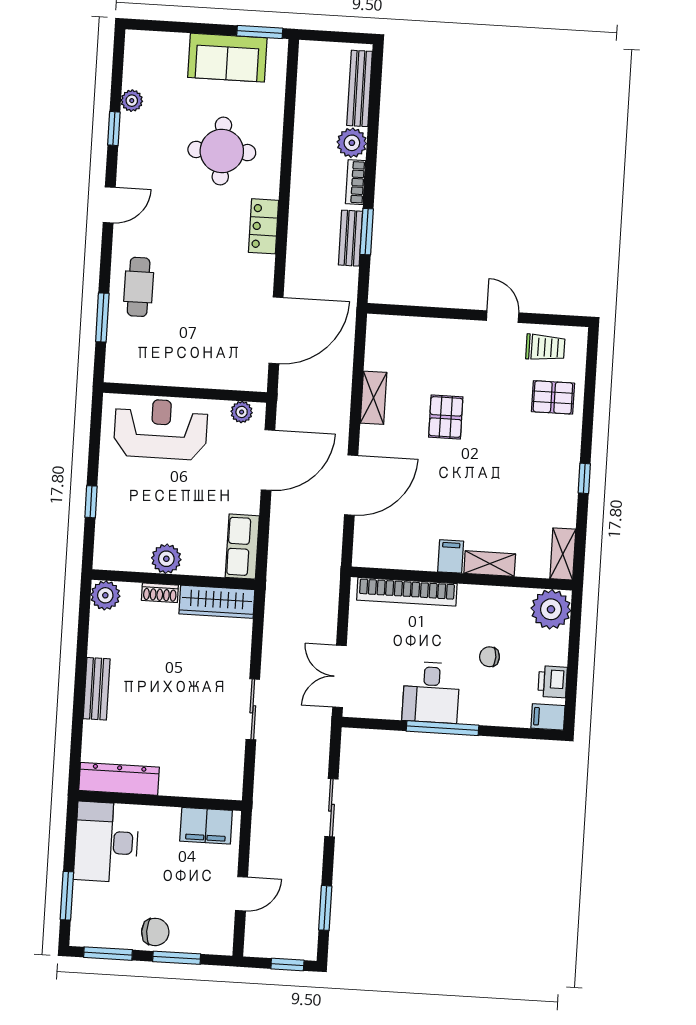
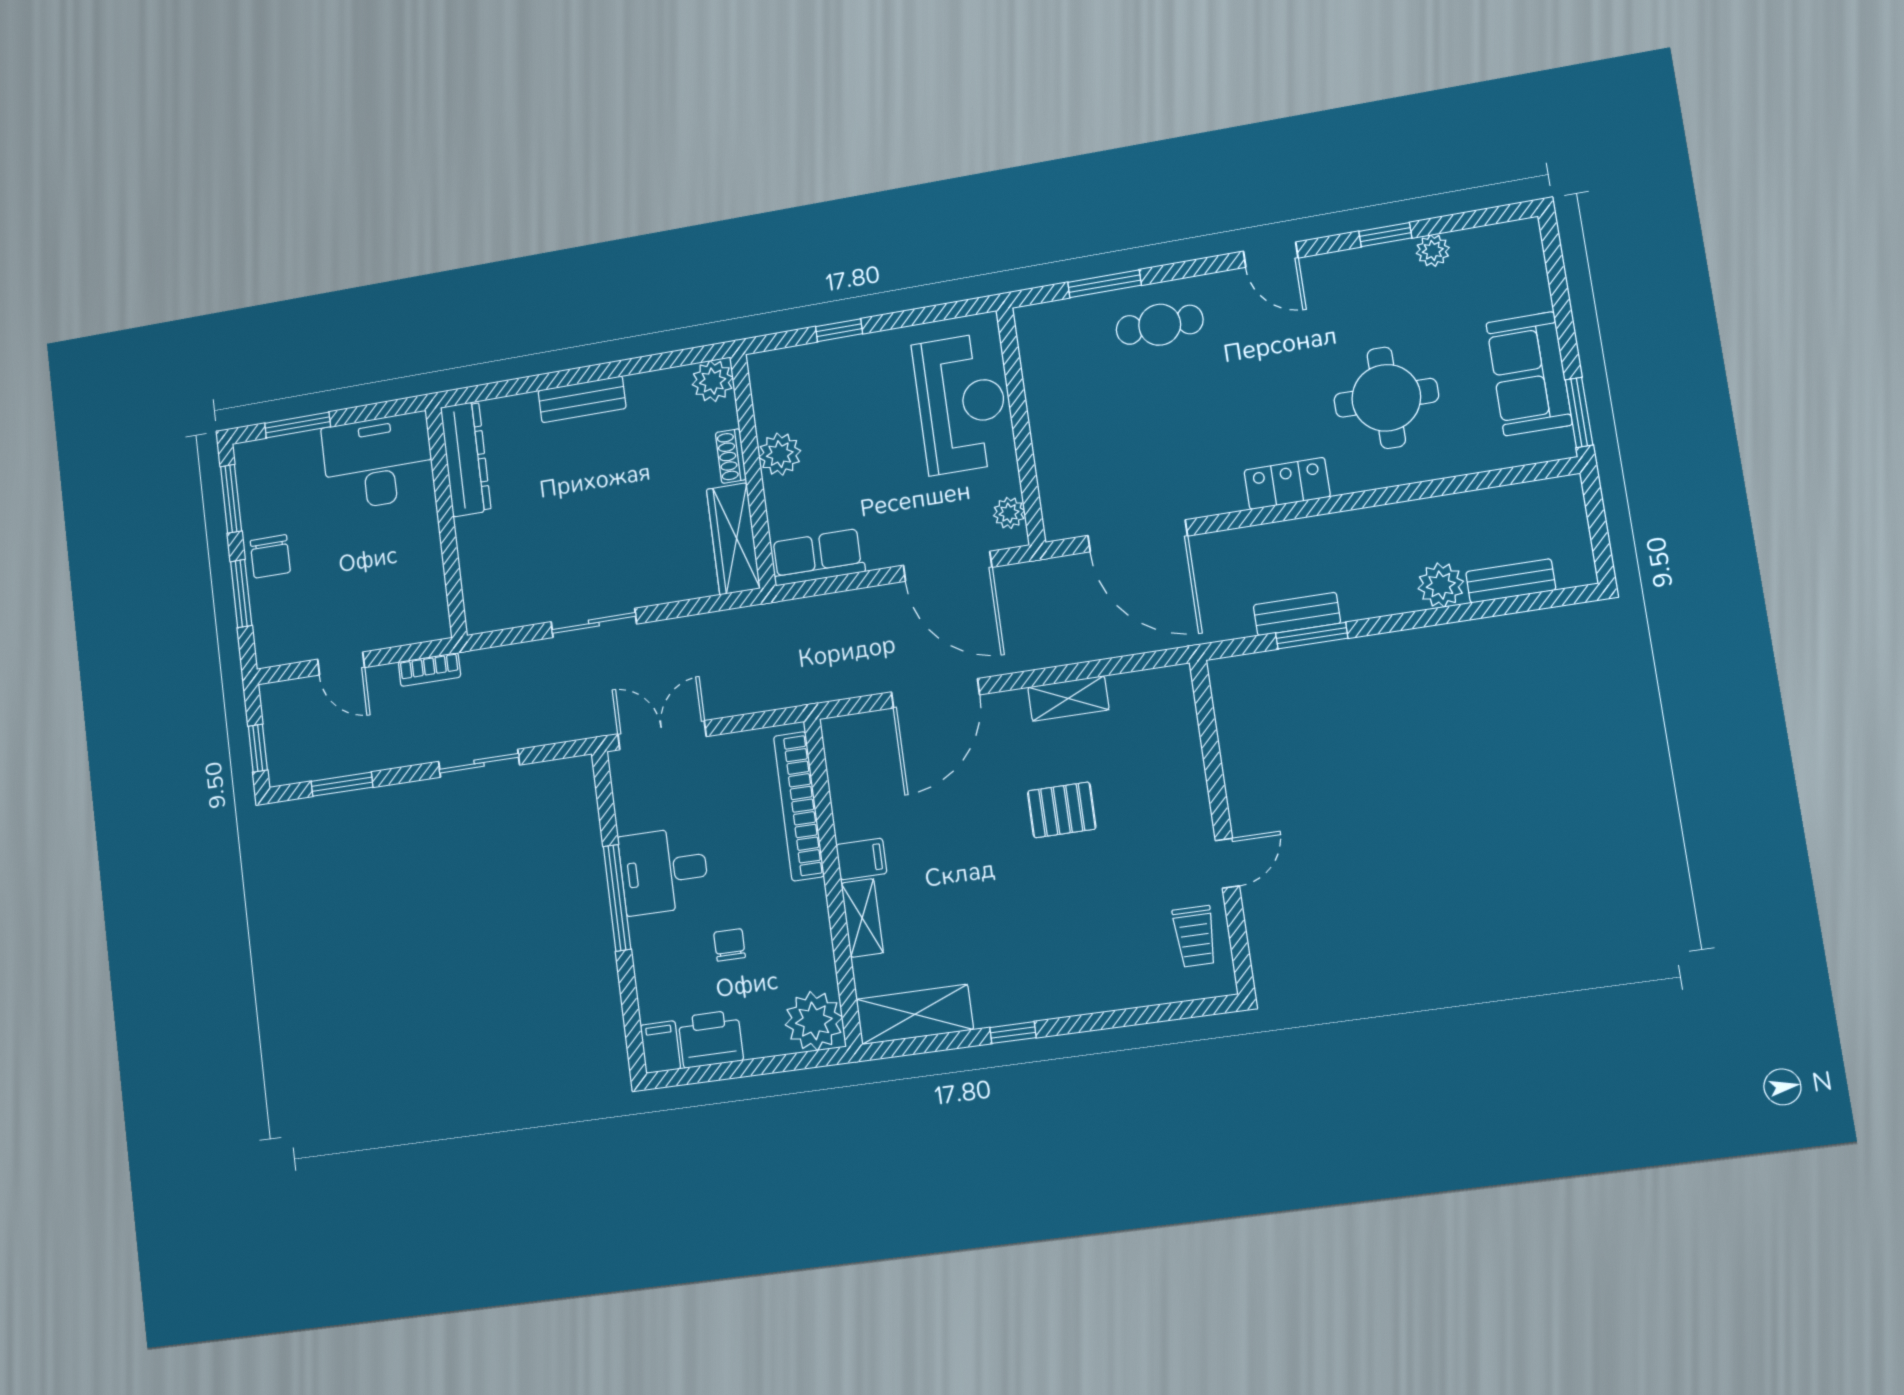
bench: (360, 88) -> (1511, 581), width x0.73
bookcase: (356, 182) -> (429, 669), moved, turned 180
pallet: (553, 397) -> (1123, 962), removed
door: (351, 485) -> (935, 693), hinge flipped
shelving: (563, 554) -> (915, 1014), width x1.50, depth x1.33
printer: (553, 682) -> (711, 1039), width x1.36, depth x1.24
filing cabinet: (206, 826) -> (424, 594), removed

